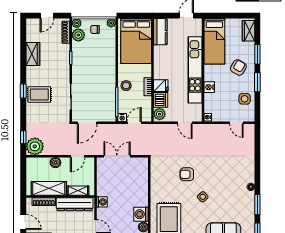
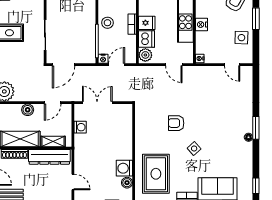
washing machine: (102, 202) -> (80, 127), moved
window: (257, 205) -> (256, 128), moved

